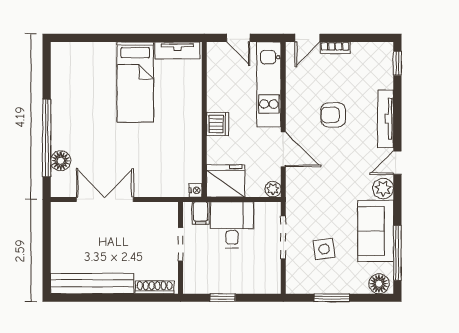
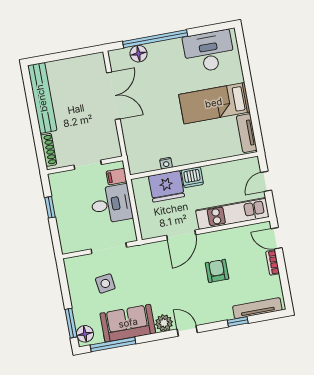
window: (397, 63) -> (238, 322), moved
desk: (73, 78) -> (209, 51), added
tv unit: (386, 119) -> (257, 308), moved
fridge: (226, 181) -> (166, 186), moved, turned 90
plant: (273, 189) -> (147, 232), removed
nightstand: (196, 190) -> (166, 163), moved
window: (332, 298) -> (71, 323), moved

